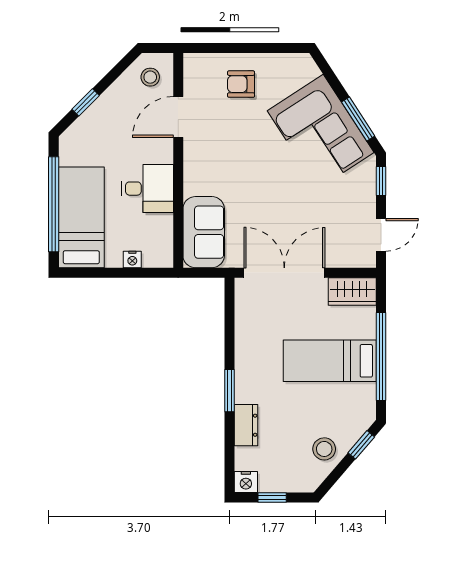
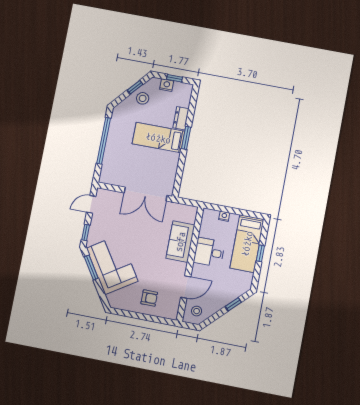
window: (54, 204) -> (260, 253), width x0.32
sofa: (204, 232) -> (180, 242), moved
wardrobe: (352, 291) -> (112, 178), removed
bed: (330, 361) -> (158, 138), moved, turned 180
window: (361, 445) -> (135, 87), moved
nightstand: (246, 482) -> (167, 85), moved

